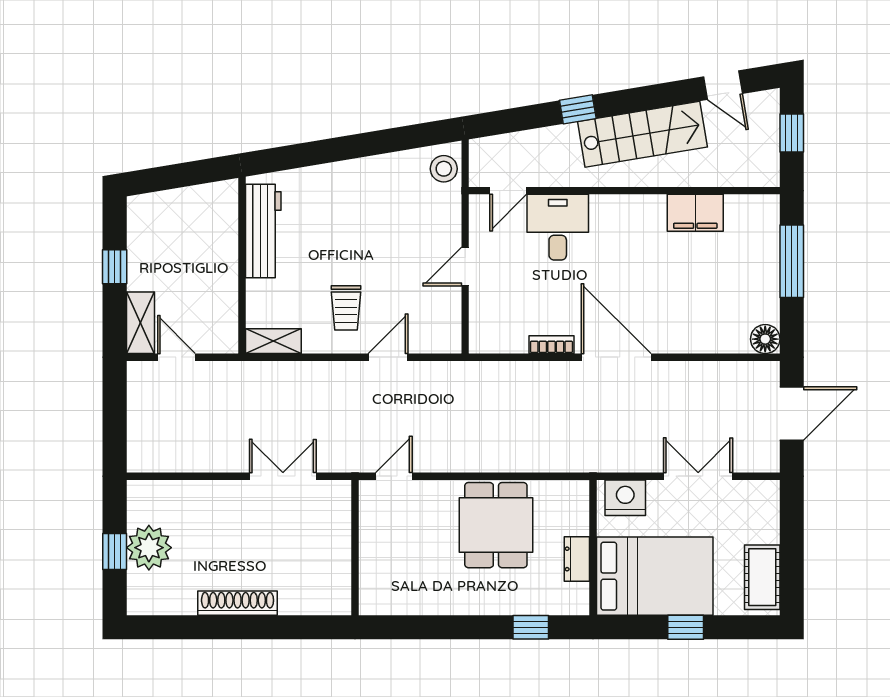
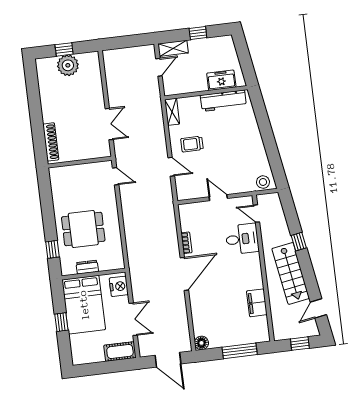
freezer: (220, 230) -> (221, 80), added
dining table: (496, 525) -> (83, 229), moved
cot: (762, 577) -> (120, 352), moved
shoe rack: (238, 603) -> (51, 142), moved

